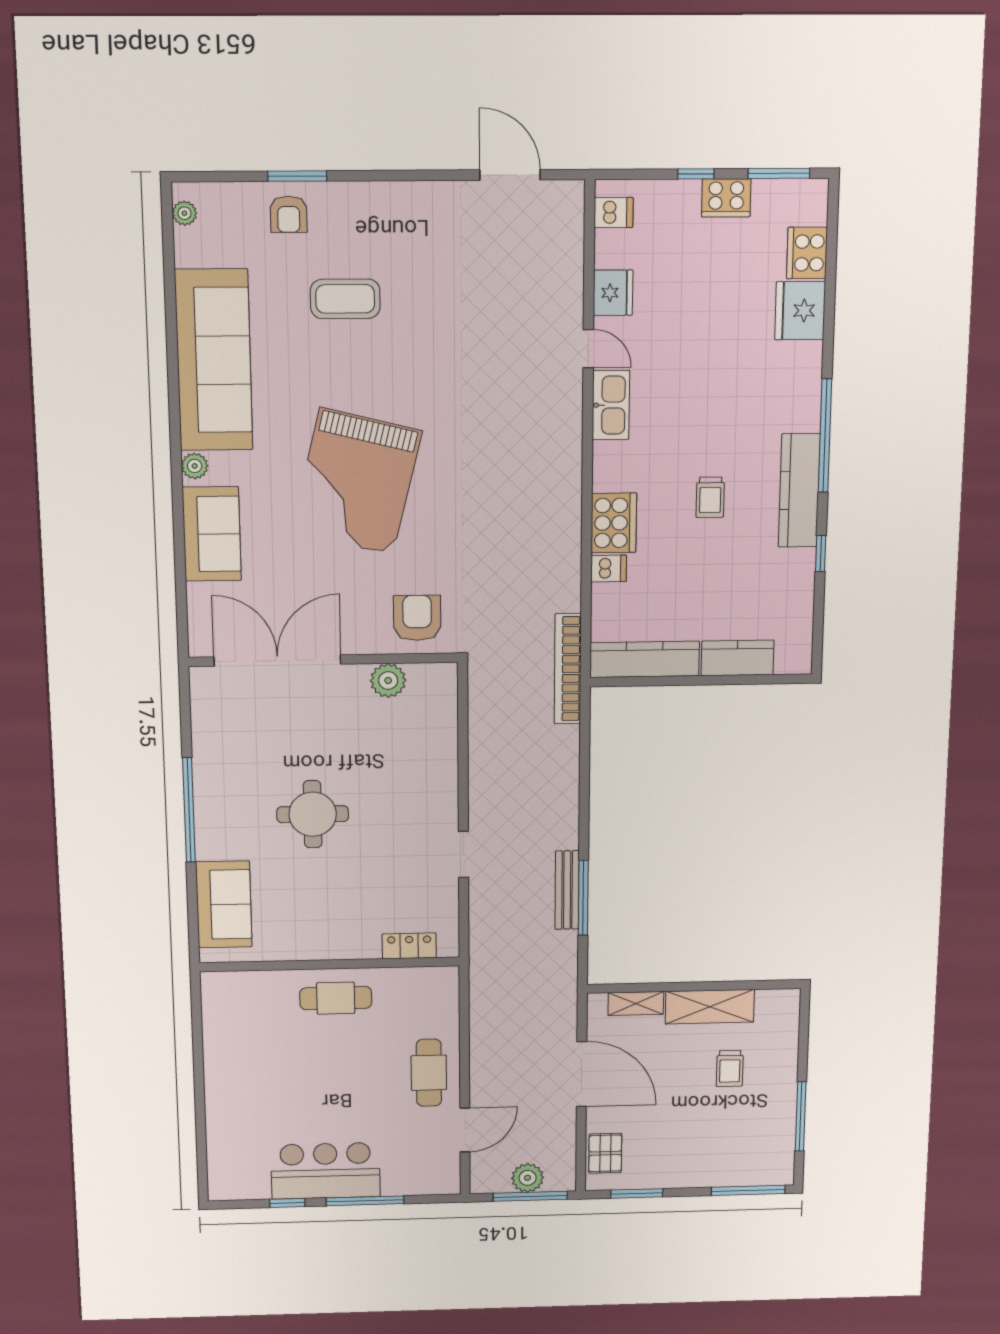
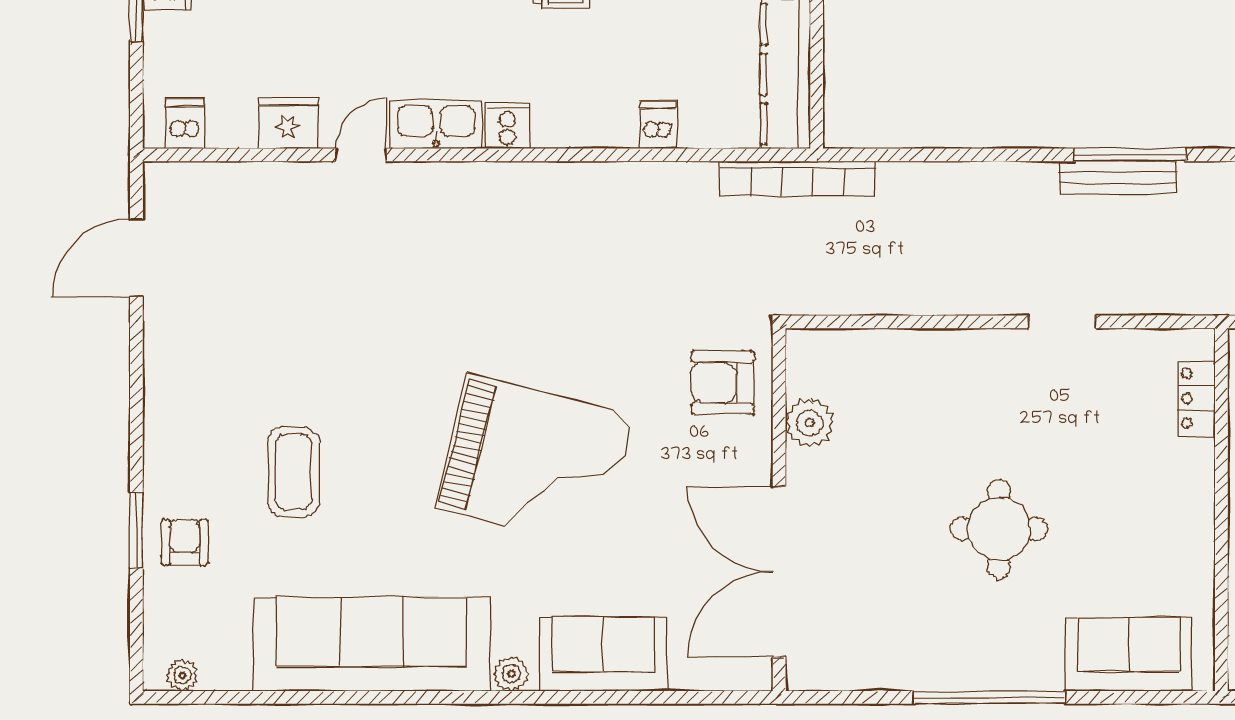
armchair: (289, 214) -> (185, 542), turned -90
cooker: (614, 523) -> (507, 126), moved, width x0.53, depth x0.76

